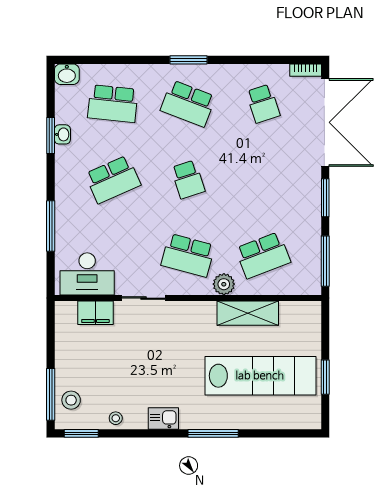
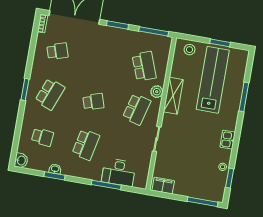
school desk: (113, 104) -> (42, 137), width x0.54
school desk: (113, 179) -> (86, 145), turned 36
desk: (87, 274) -> (119, 172), moved, turned 90
filing cabinet: (95, 313) -> (163, 186), moved, turned -90
shelving: (248, 313) -> (173, 96), moved
stool: (71, 400) -> (190, 50), moved
window: (81, 433) -> (230, 178), moved
window: (213, 433) -> (244, 97), moved

